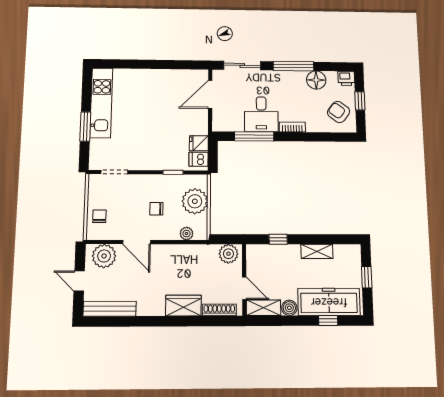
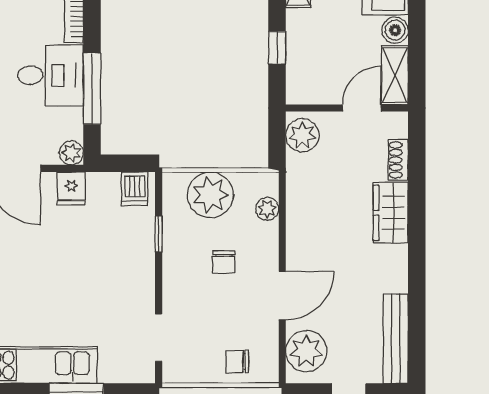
plant: (219, 125) -> (71, 153), added
fridge: (199, 143) -> (71, 189), moved
shoe rack: (219, 310) -> (398, 160), width x0.70

